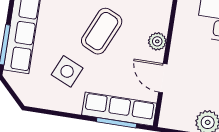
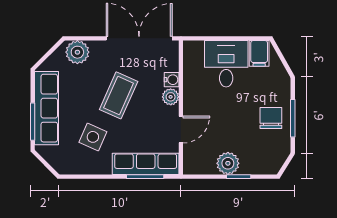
water cooler: (161, 23) -> (172, 80), added
door: (163, 78) -> (181, 129), swing flipped

